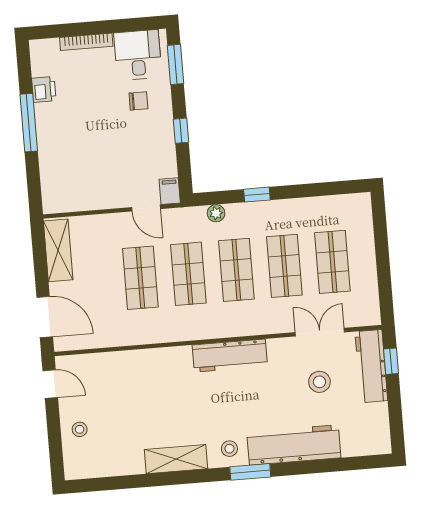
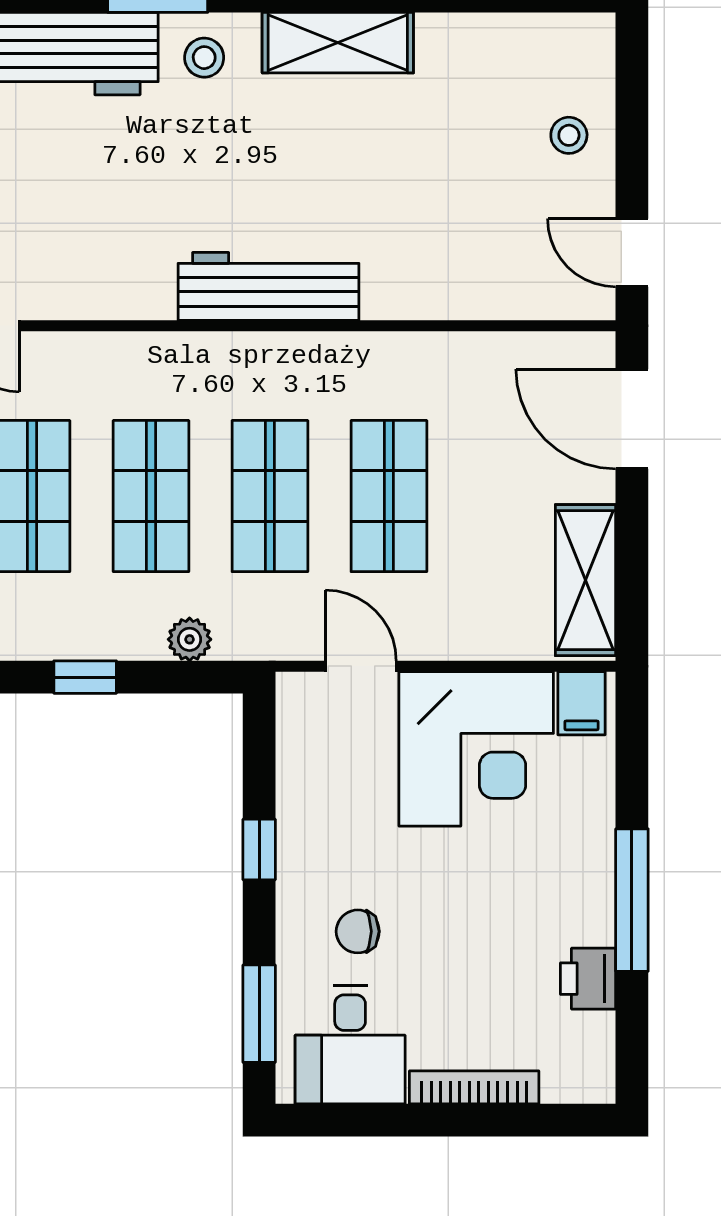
corner desk: (97, 179) -> (476, 749), added
filing cabinet: (170, 191) -> (582, 703), moved
workbench: (230, 356) -> (268, 286), moved

